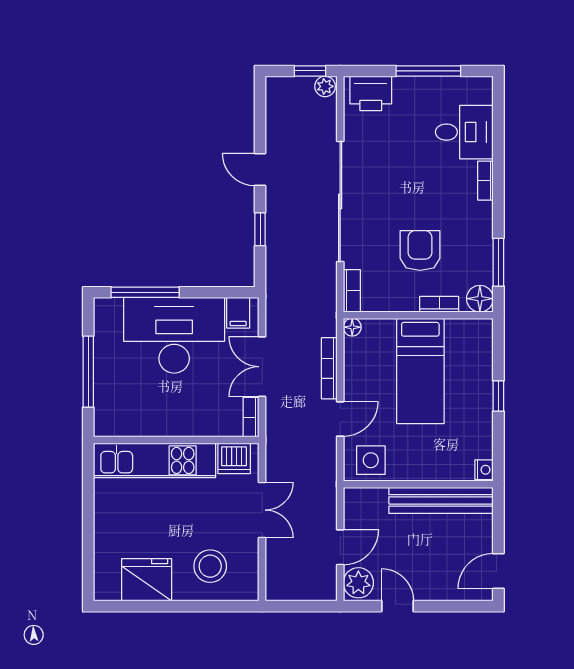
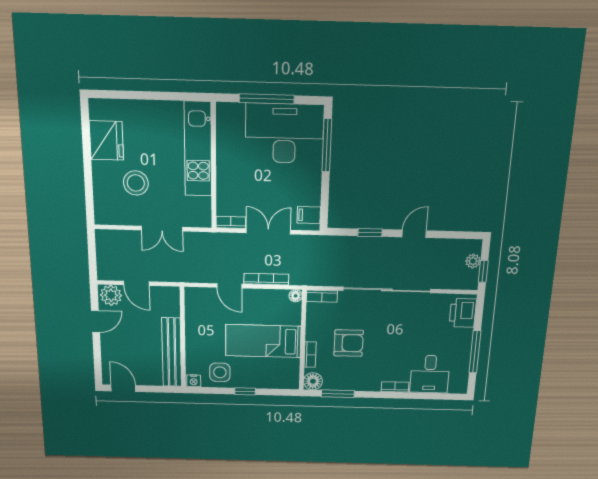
plant: (325, 86) -> (473, 261), moved
desk: (174, 335) -> (284, 133), moved, turned -90
dishwasher: (234, 458) -> (200, 209), removed
side table: (371, 460) -> (220, 372), moved
stool: (210, 566) -> (136, 183), moved

